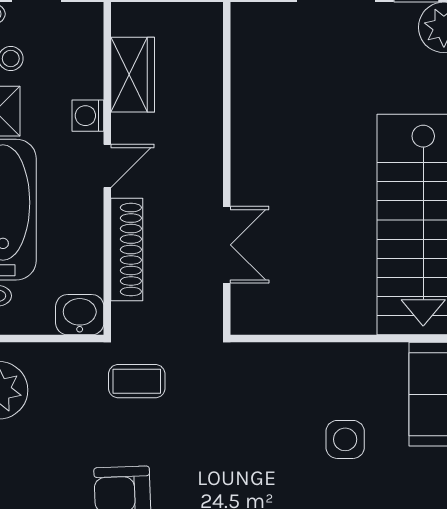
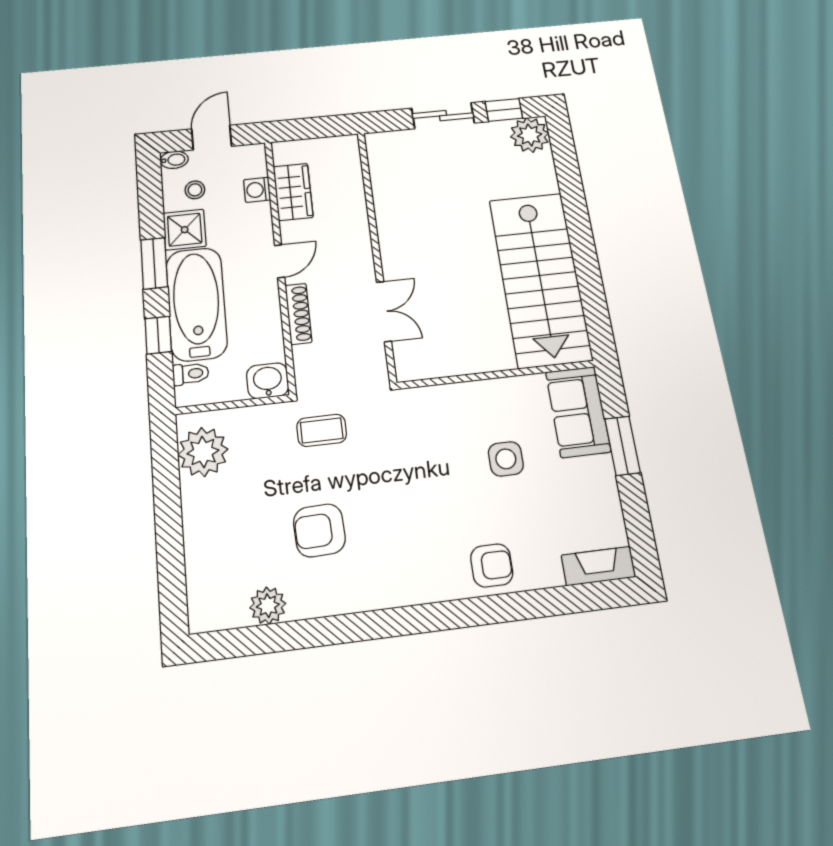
washing machine: (88, 116) -> (257, 190), moved
shoe rack: (127, 250) -> (298, 314), width x0.74, depth x0.81

